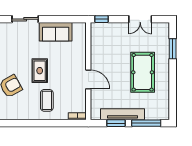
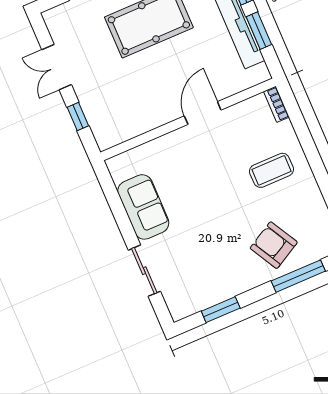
window: (102, 19) -> (78, 116), moved
double door: (140, 19) -> (57, 67), swing flipped
rug: (40, 71) -> (224, 206), removed

